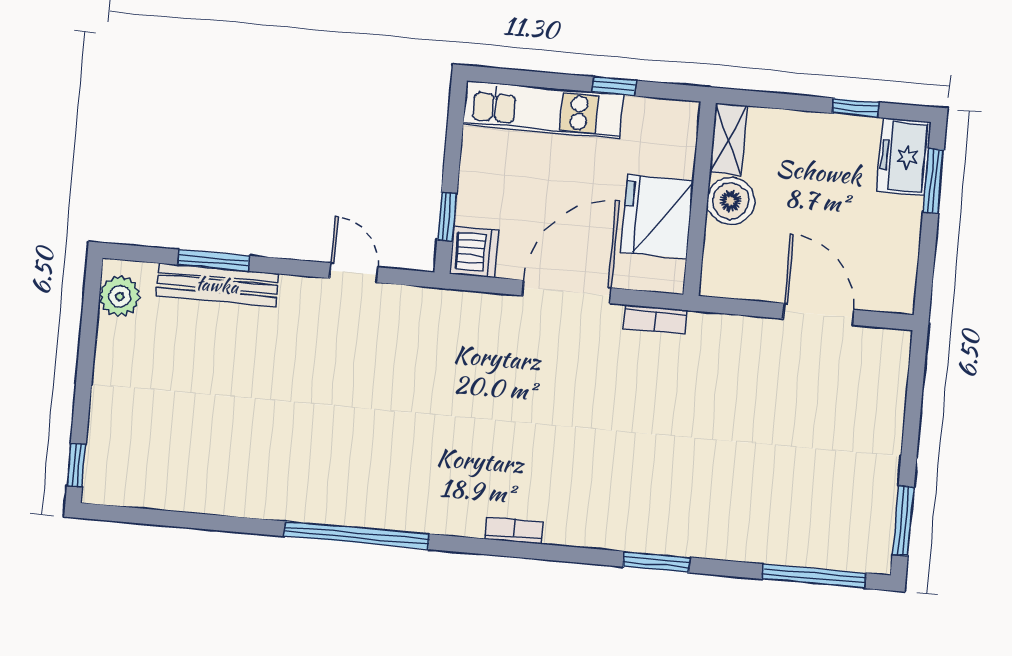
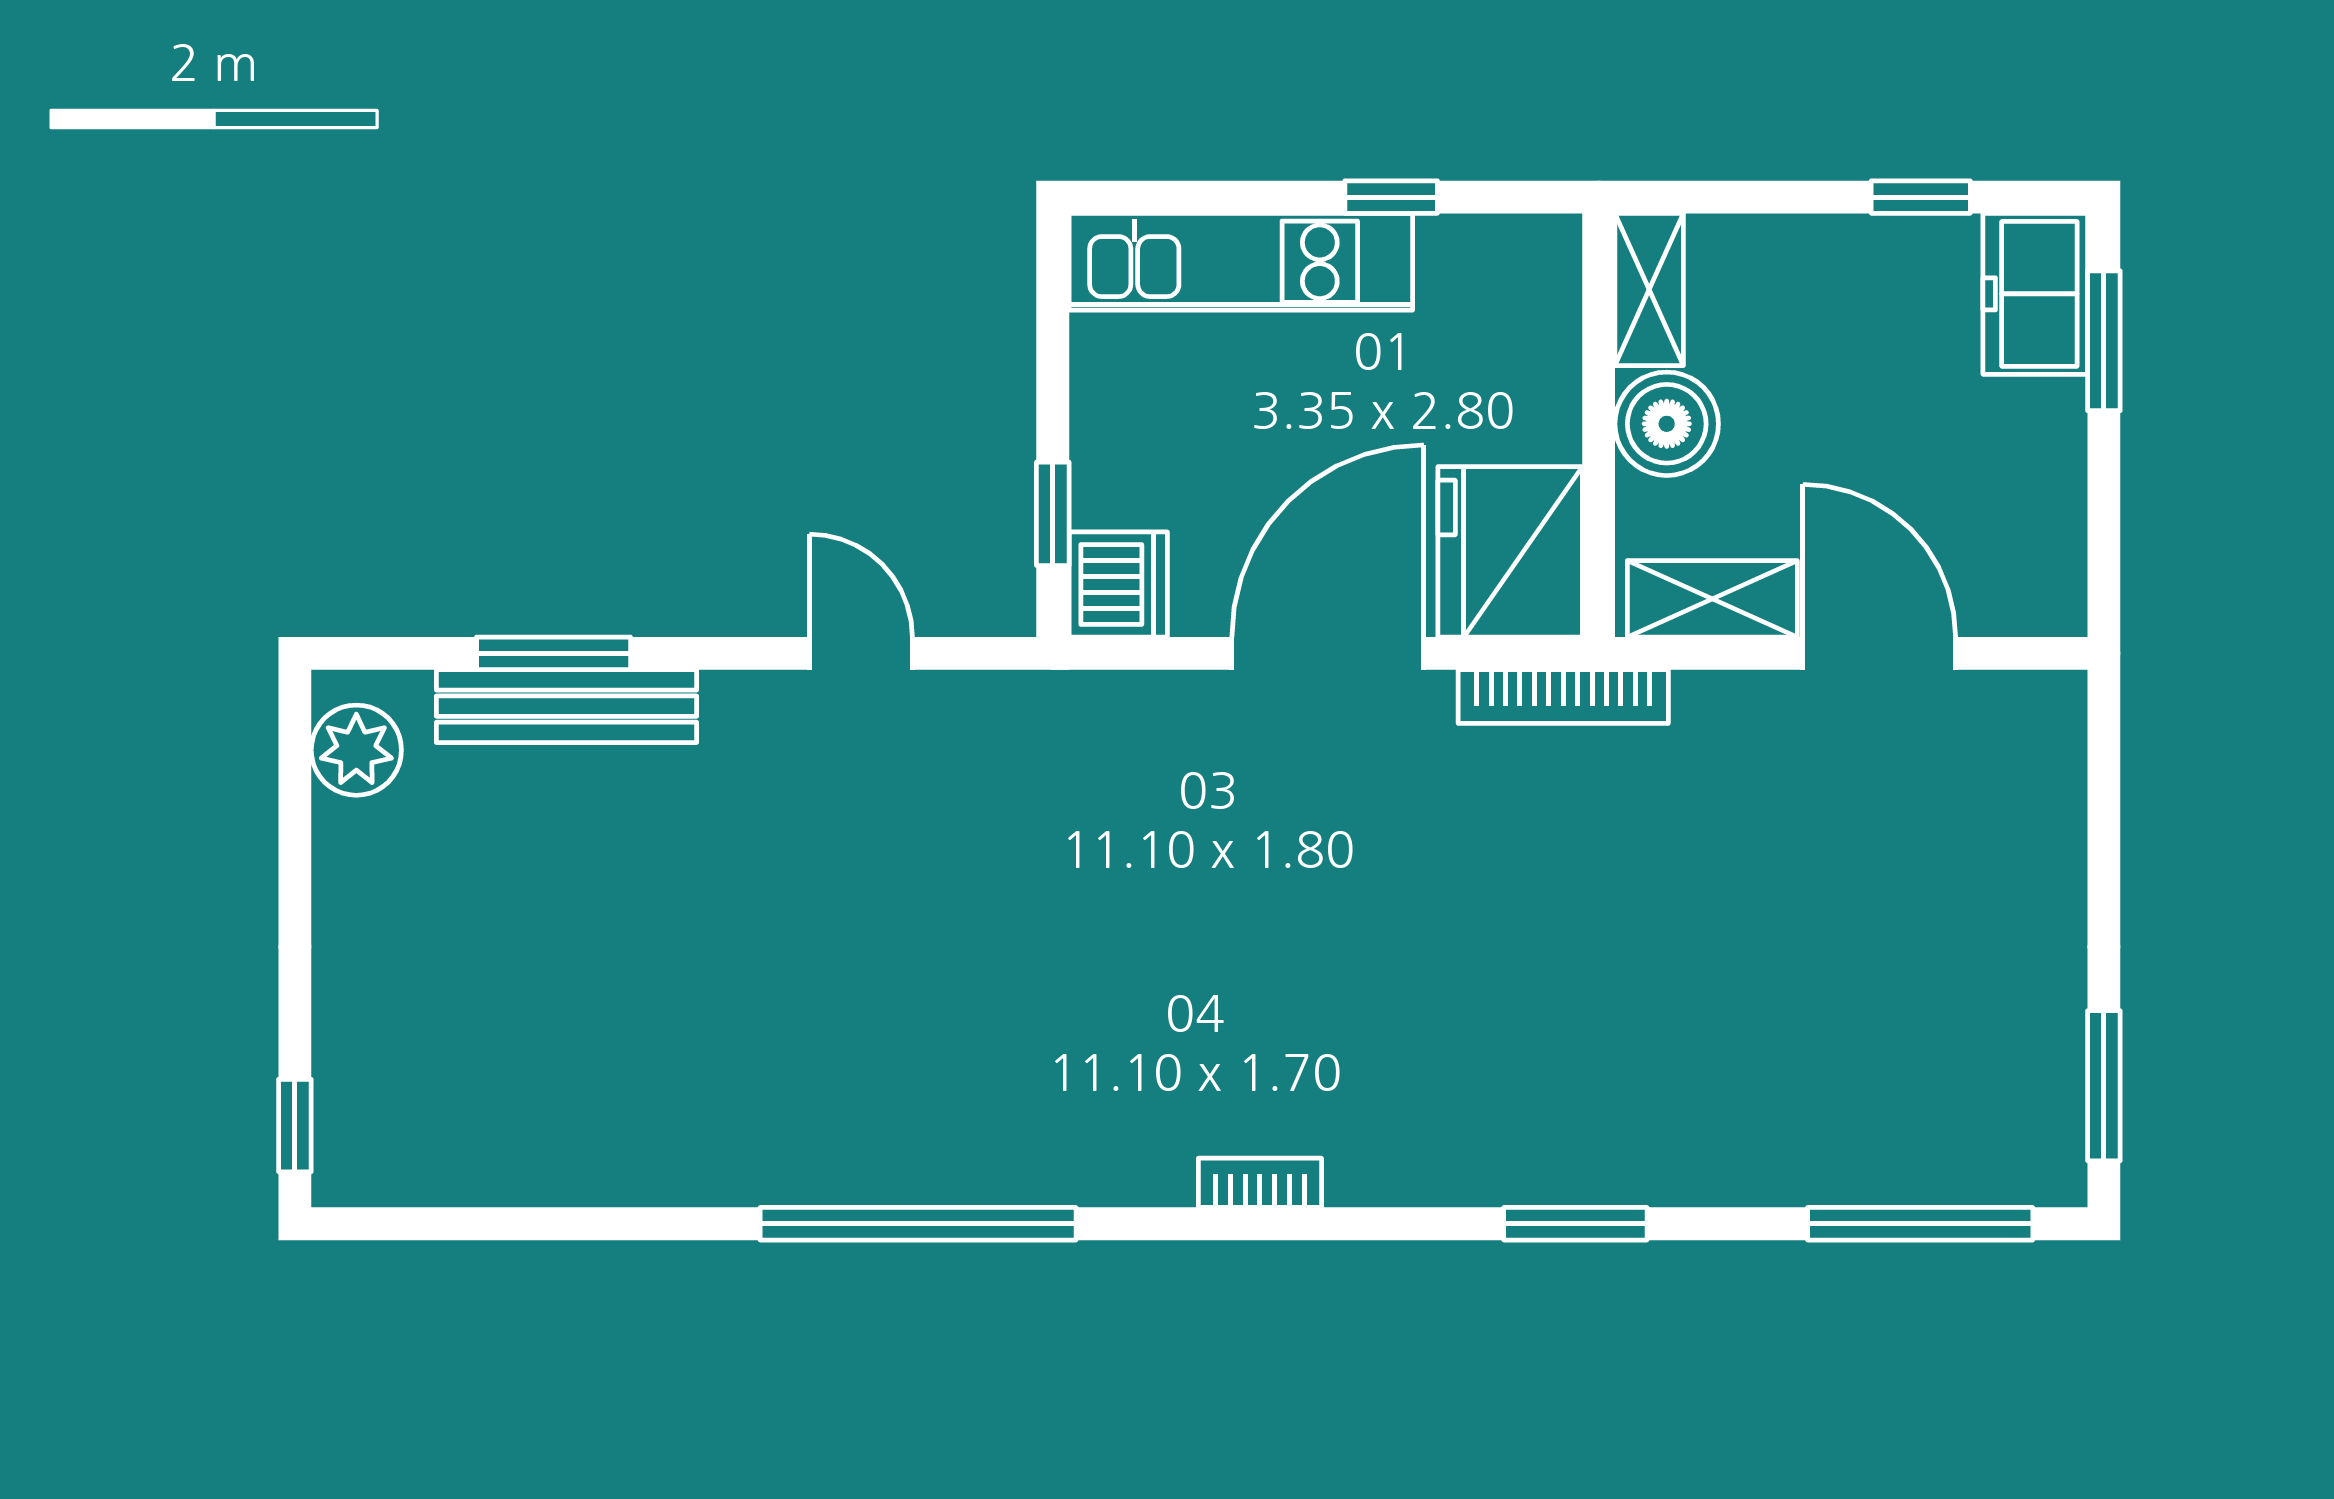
fridge: (657, 216) -> (1510, 552), moved
shelving: (744, 283) -> (1712, 599), added
bookcase: (655, 319) -> (1563, 697), width x1.56

